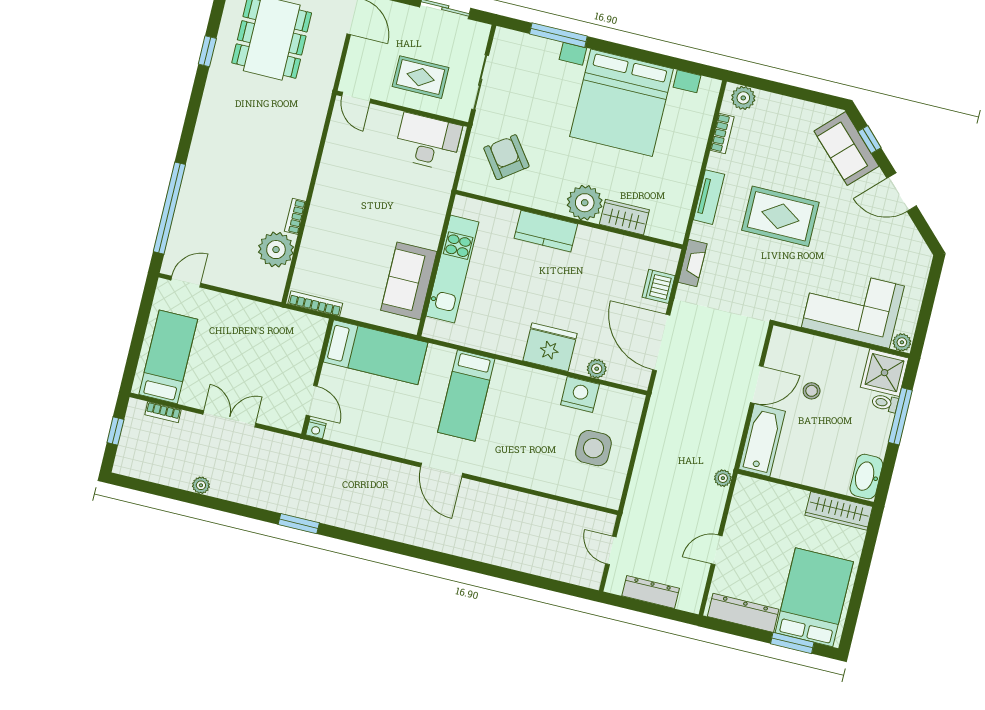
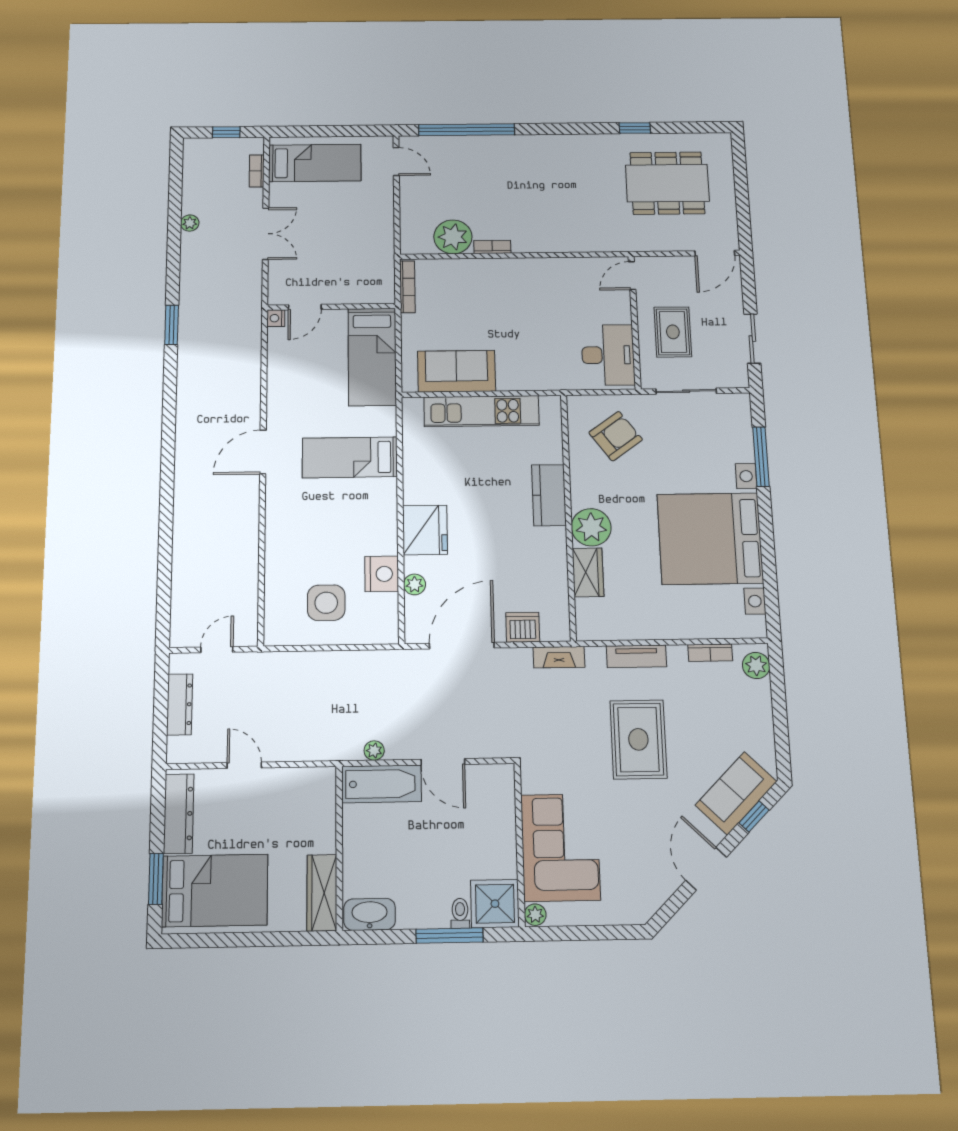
stool: (812, 391) -> (452, 825), removed
plant: (723, 478) -> (374, 751), moved

